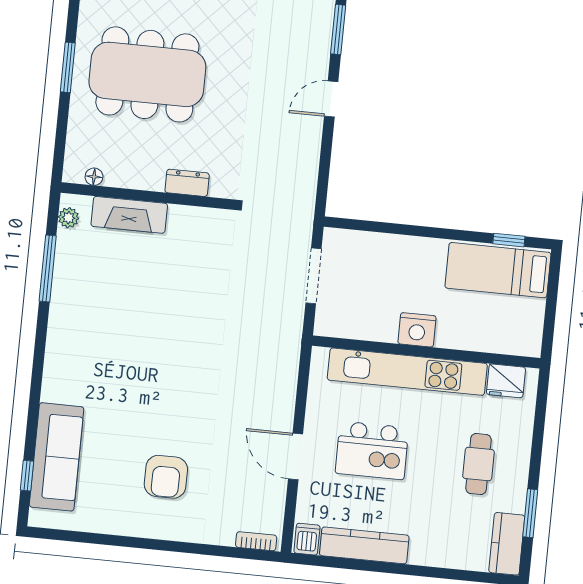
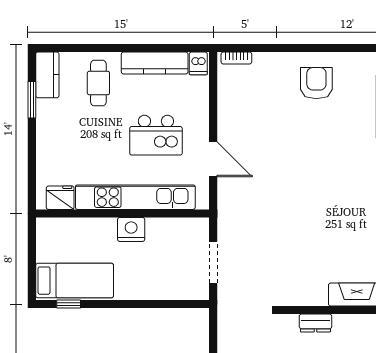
kitchen island: (372, 450) -> (156, 135), turned 180
door: (295, 456) -> (213, 159), moved
cafe table: (478, 464) -> (98, 83), moved
armchair: (166, 477) -> (316, 83), moved

